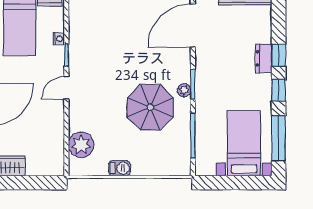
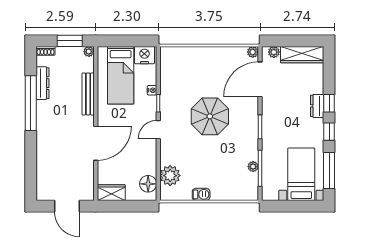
plant: (184, 90) -> (253, 167), moved
parasol: (150, 107) -> (210, 116), moved
floor lamp: (54, 155) -> (148, 184), added

